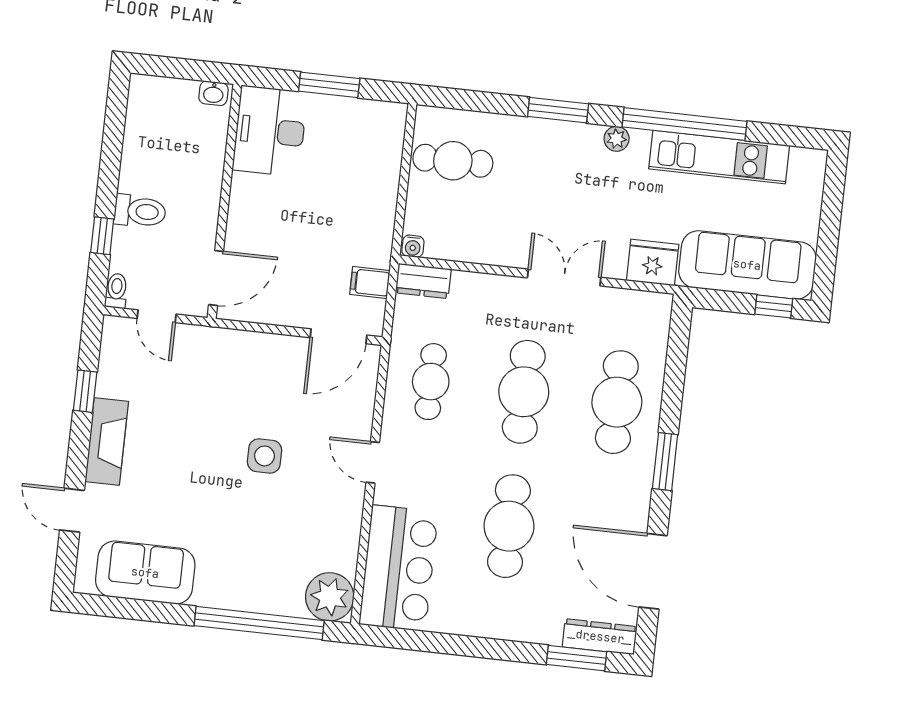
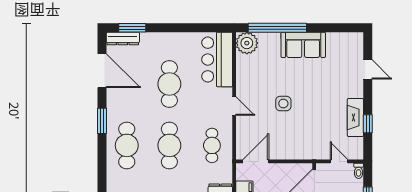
fireplace: (107, 441) -> (355, 117), moved
sofa: (145, 573) -> (303, 45), moved

